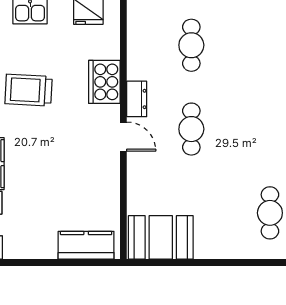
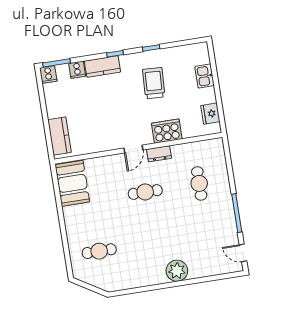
cafe table: (191, 45) -> (199, 183), turned 90

